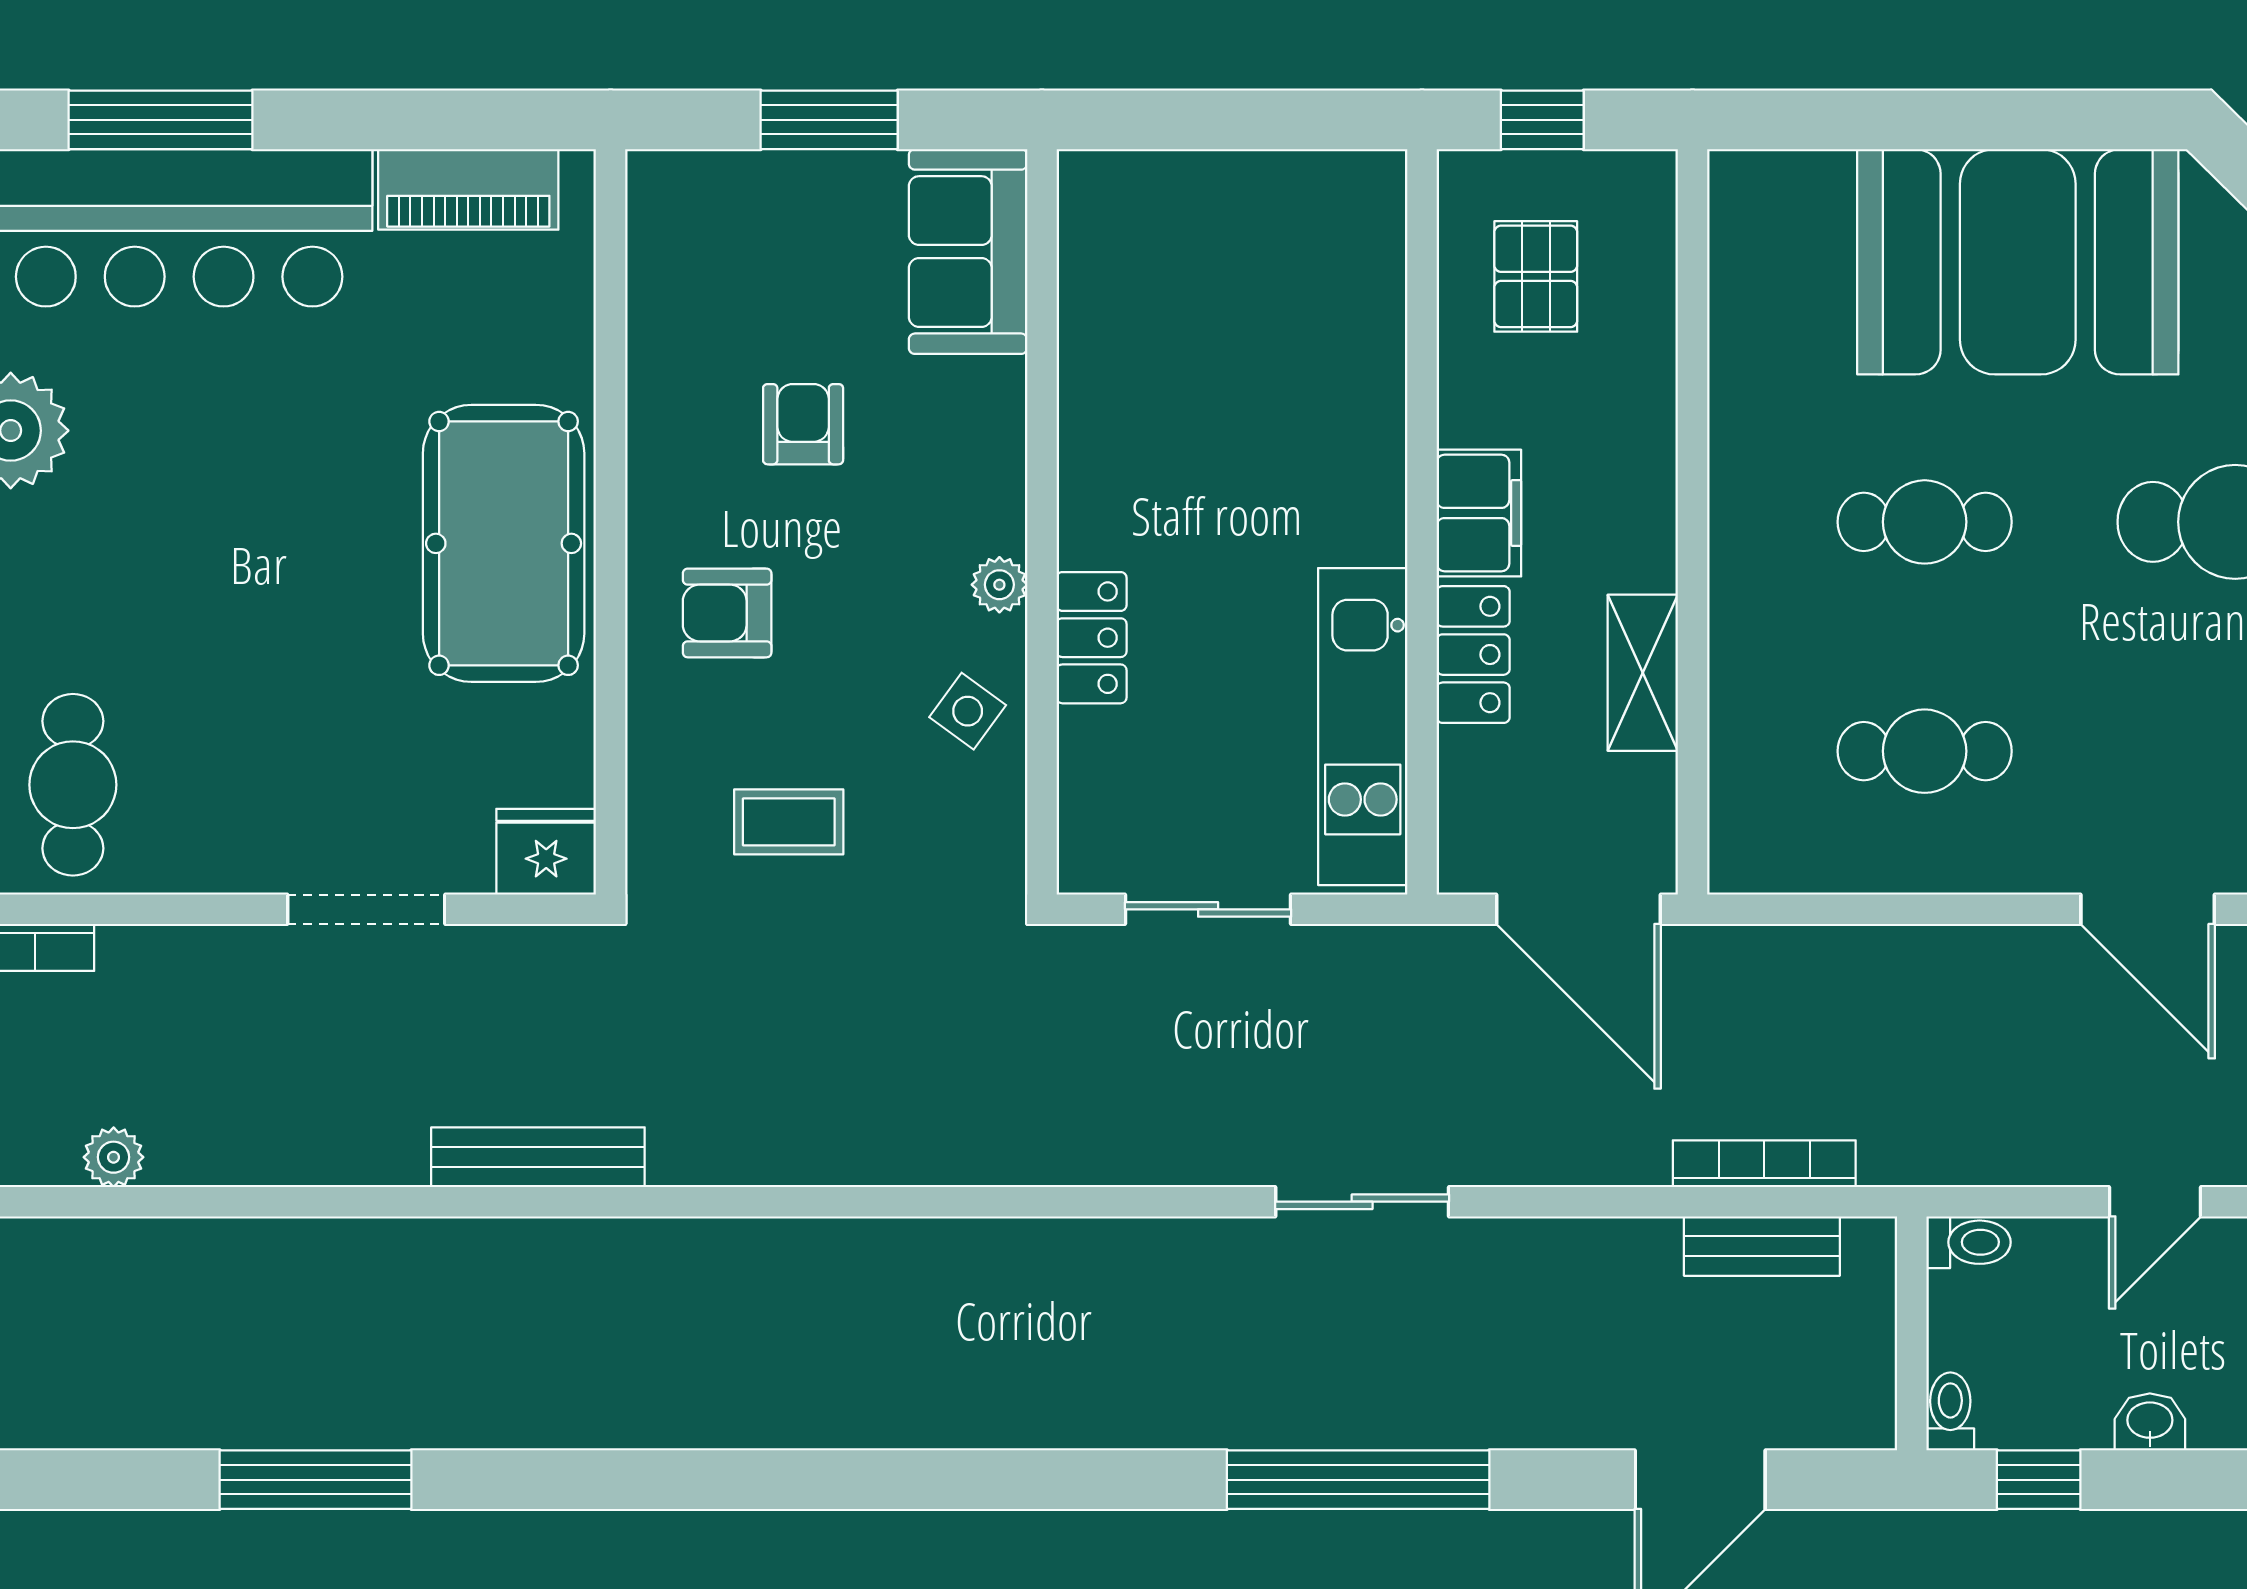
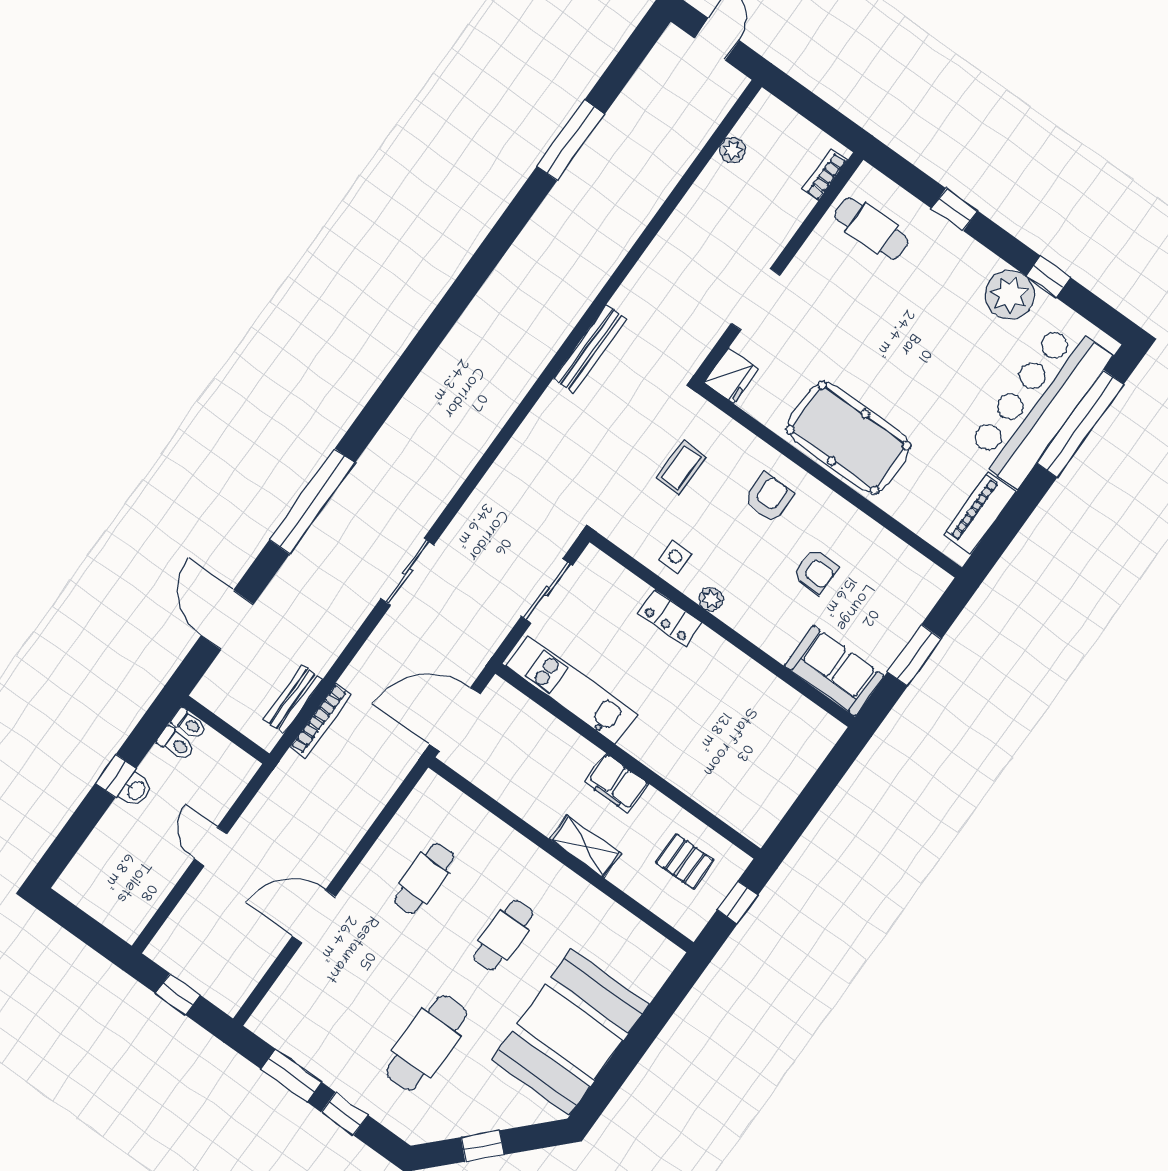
window: (160, 120) -> (1080, 424), width x1.46
locker: (1473, 655) -> (569, 746), removed
shelving: (1643, 673) -> (585, 846), moved
side table: (968, 711) -> (675, 557), turned -36
bench: (538, 1157) -> (590, 349), moved
toilet: (1969, 1242) -> (176, 744), moved, turned -90
window: (2039, 1480) -> (116, 776), moved

